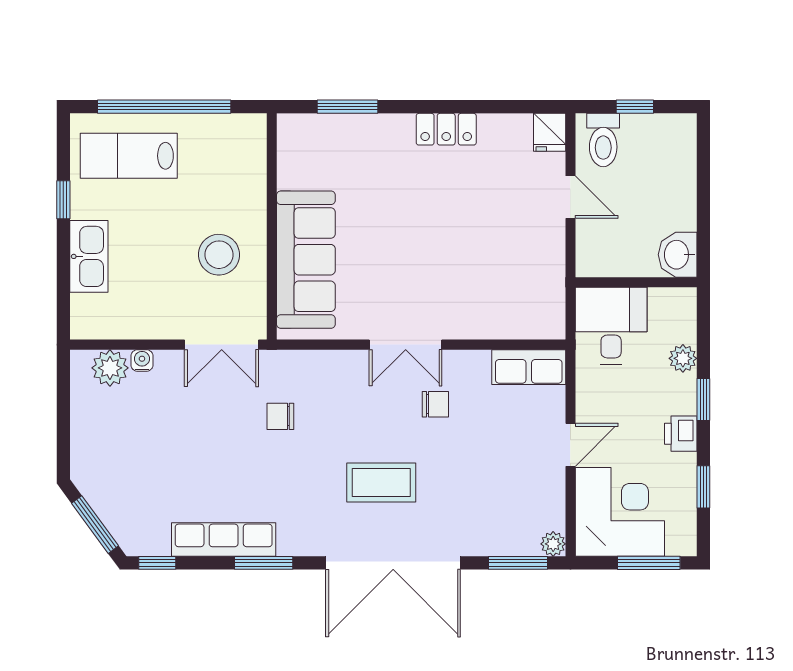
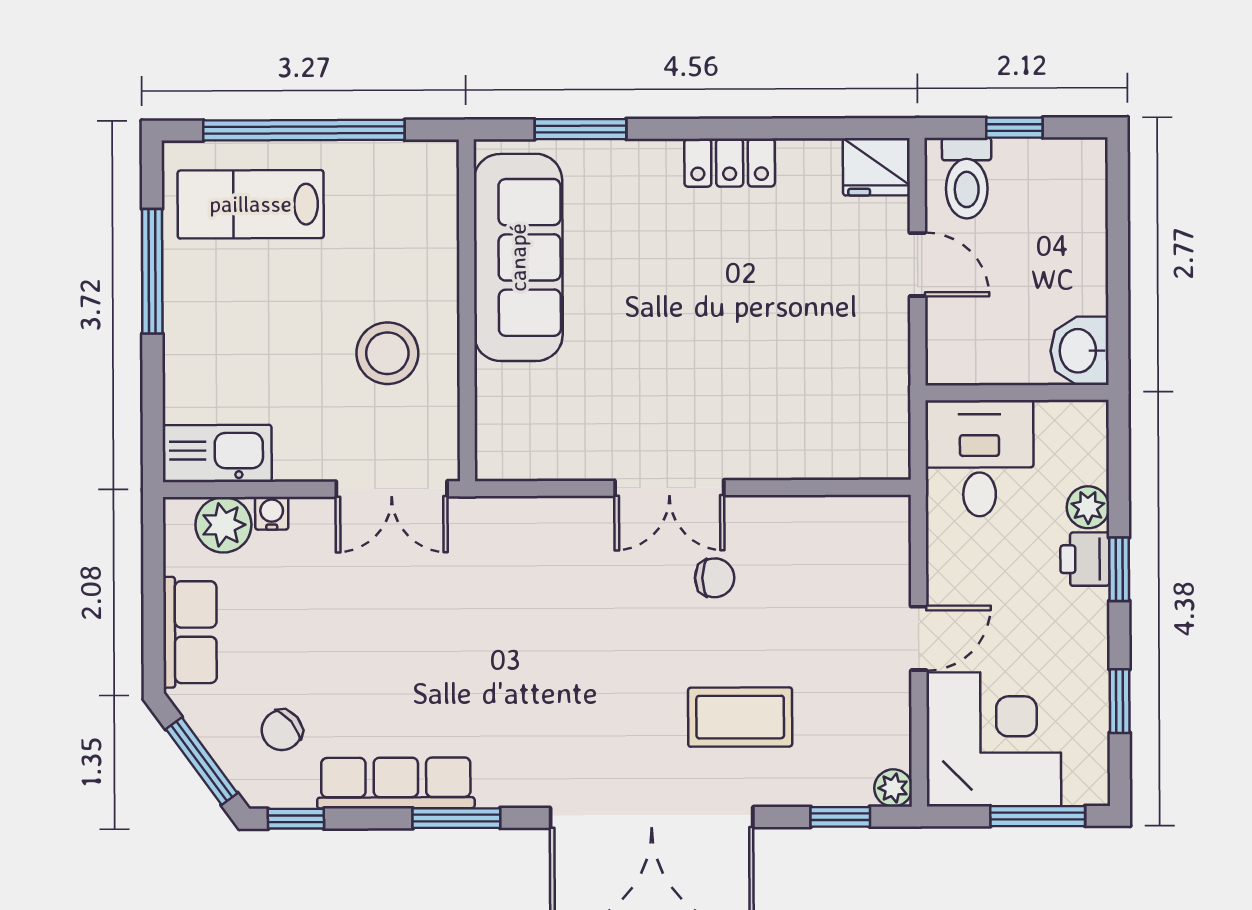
fridge: (550, 132) -> (876, 167), width x1.38
window: (63, 200) -> (152, 271), width x2.17
kitchen sink: (89, 256) -> (217, 453), moved, turned -90
sofa: (306, 260) -> (518, 257), moved
row of seats: (529, 367) -> (190, 632), moved, turned -90
chair: (280, 416) -> (282, 730), moved, turned -40
printer: (681, 434) -> (1085, 559), moved
coffee table: (381, 483) -> (740, 717), moved
window: (518, 563) -> (840, 817), width x0.67

